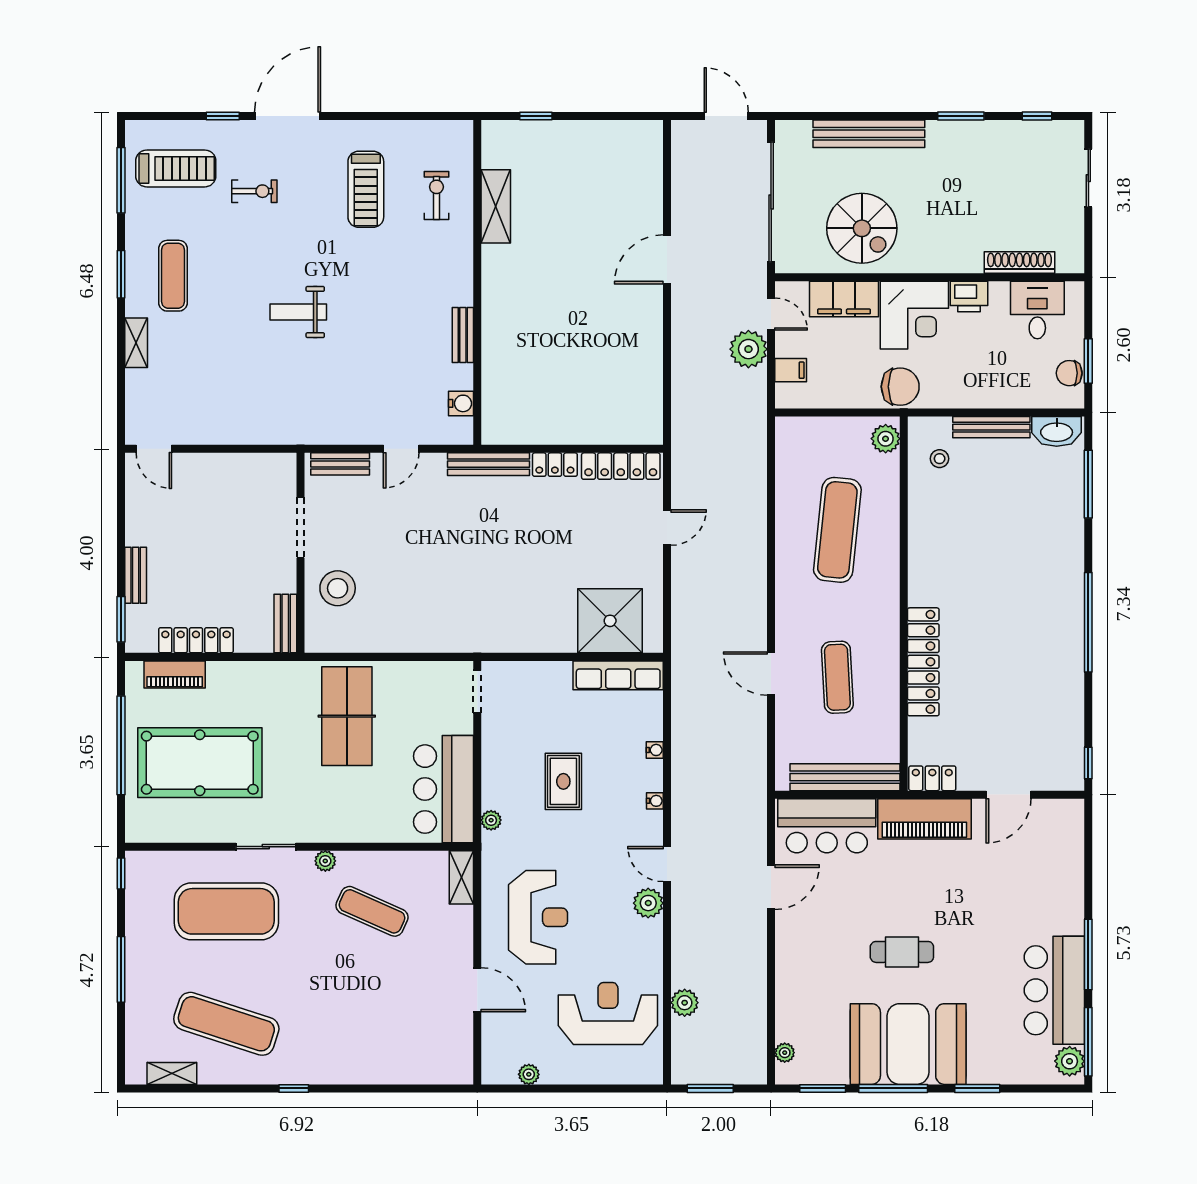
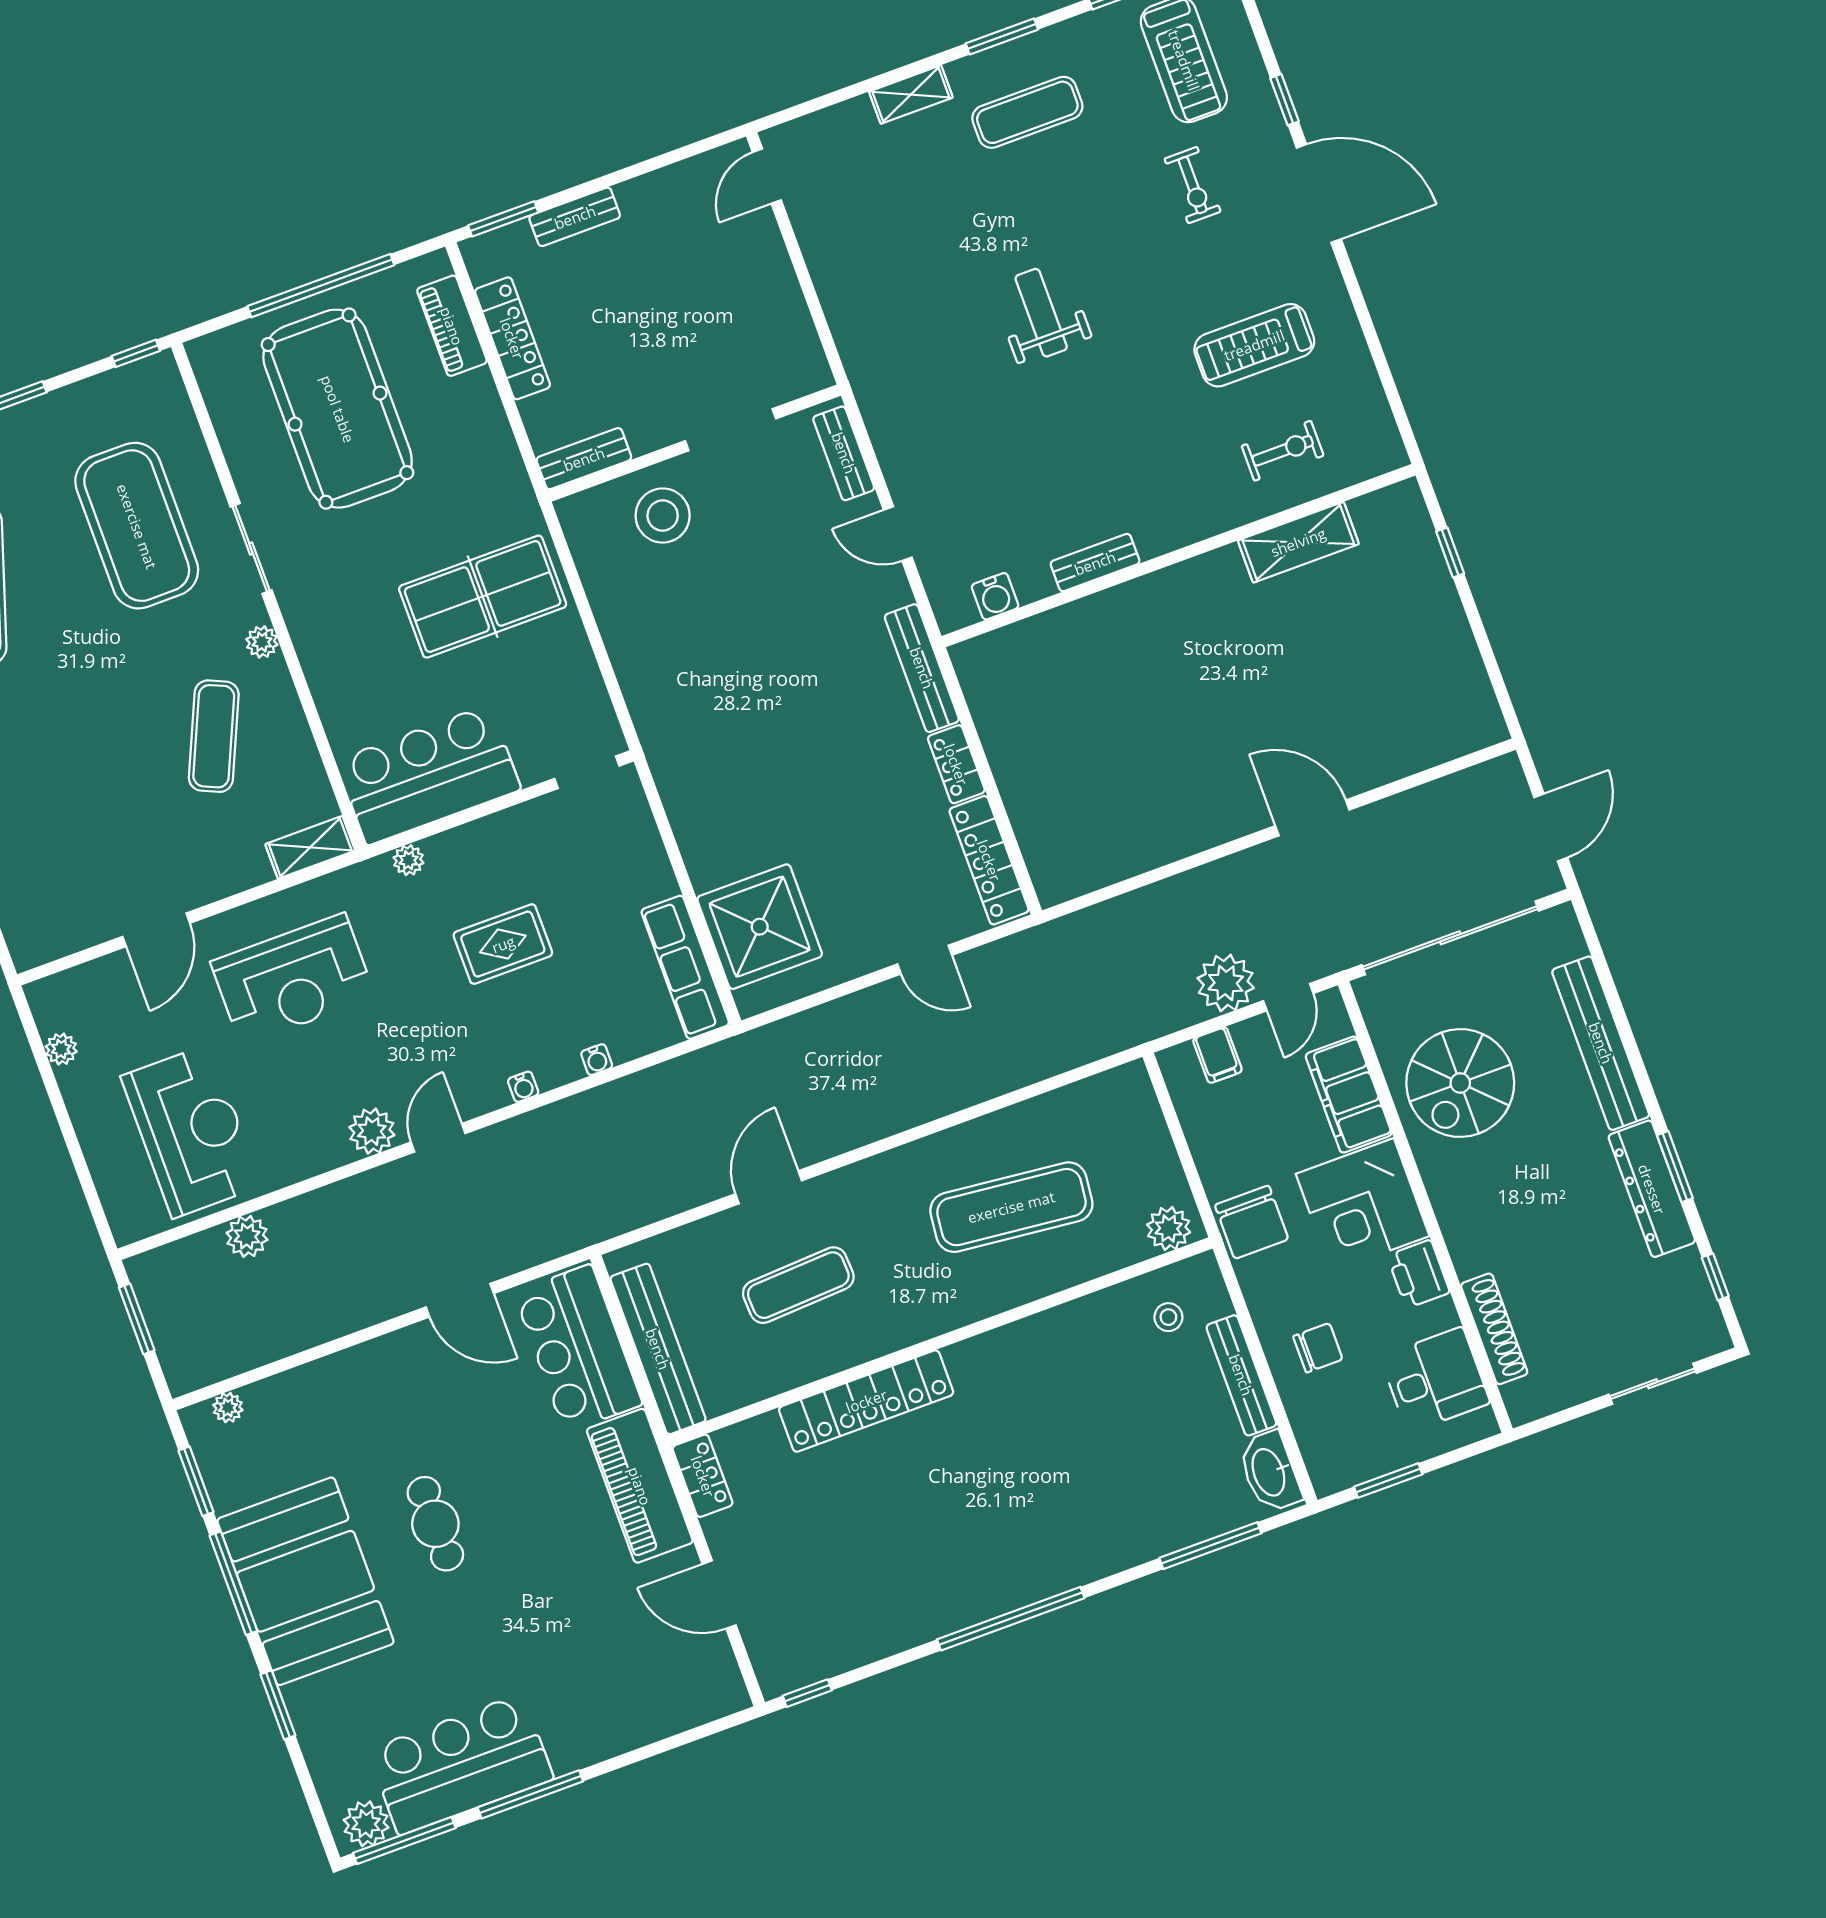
dresser: (969, 135) -> (1652, 1189), added
chair: (1069, 373) -> (1318, 1348), moved, turned 90

